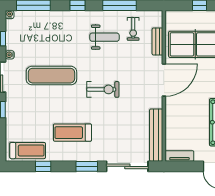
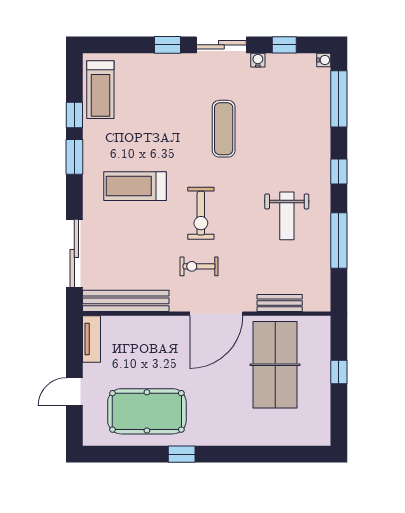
exercise bike: (133, 29) -> (199, 266), moved
exercise mat: (51, 76) -> (224, 129), width x0.73, depth x0.69
door: (164, 80) -> (216, 314), hinge flipped
treadmill: (72, 133) -> (135, 186), moved, turned -90
window: (87, 166) -> (74, 157), moved

